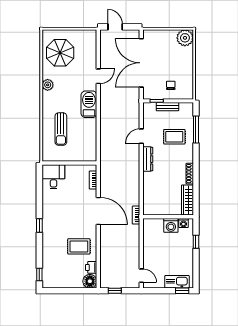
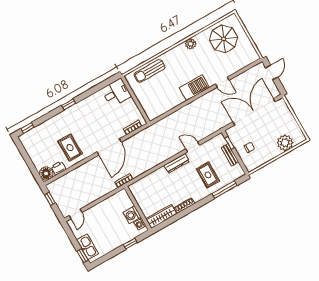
plant: (185, 38) -> (285, 143), moved
sun lounger: (61, 129) -> (150, 71), moved

